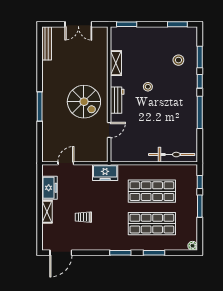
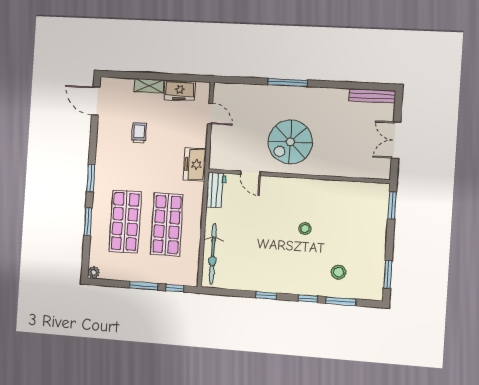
shelving: (116, 63) -> (340, 188), removed
workbench: (117, 100) -> (216, 190), moved, turned -90
window: (200, 112) -> (266, 295), width x0.46

